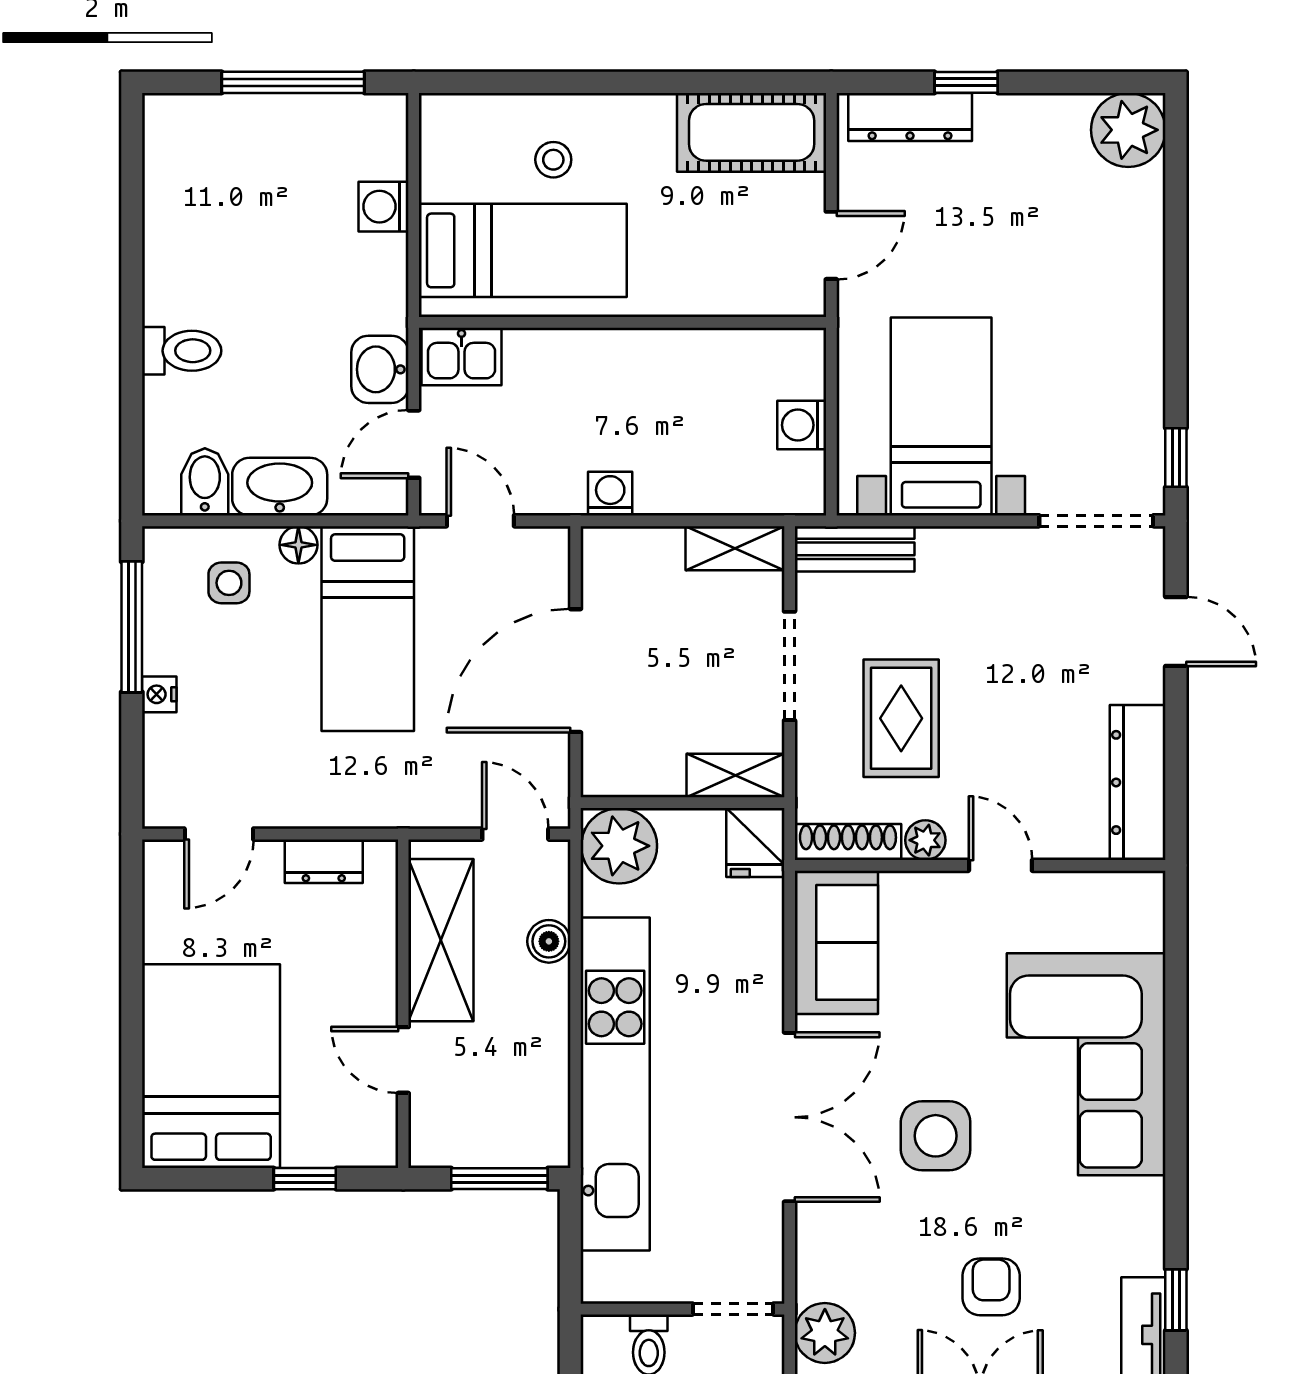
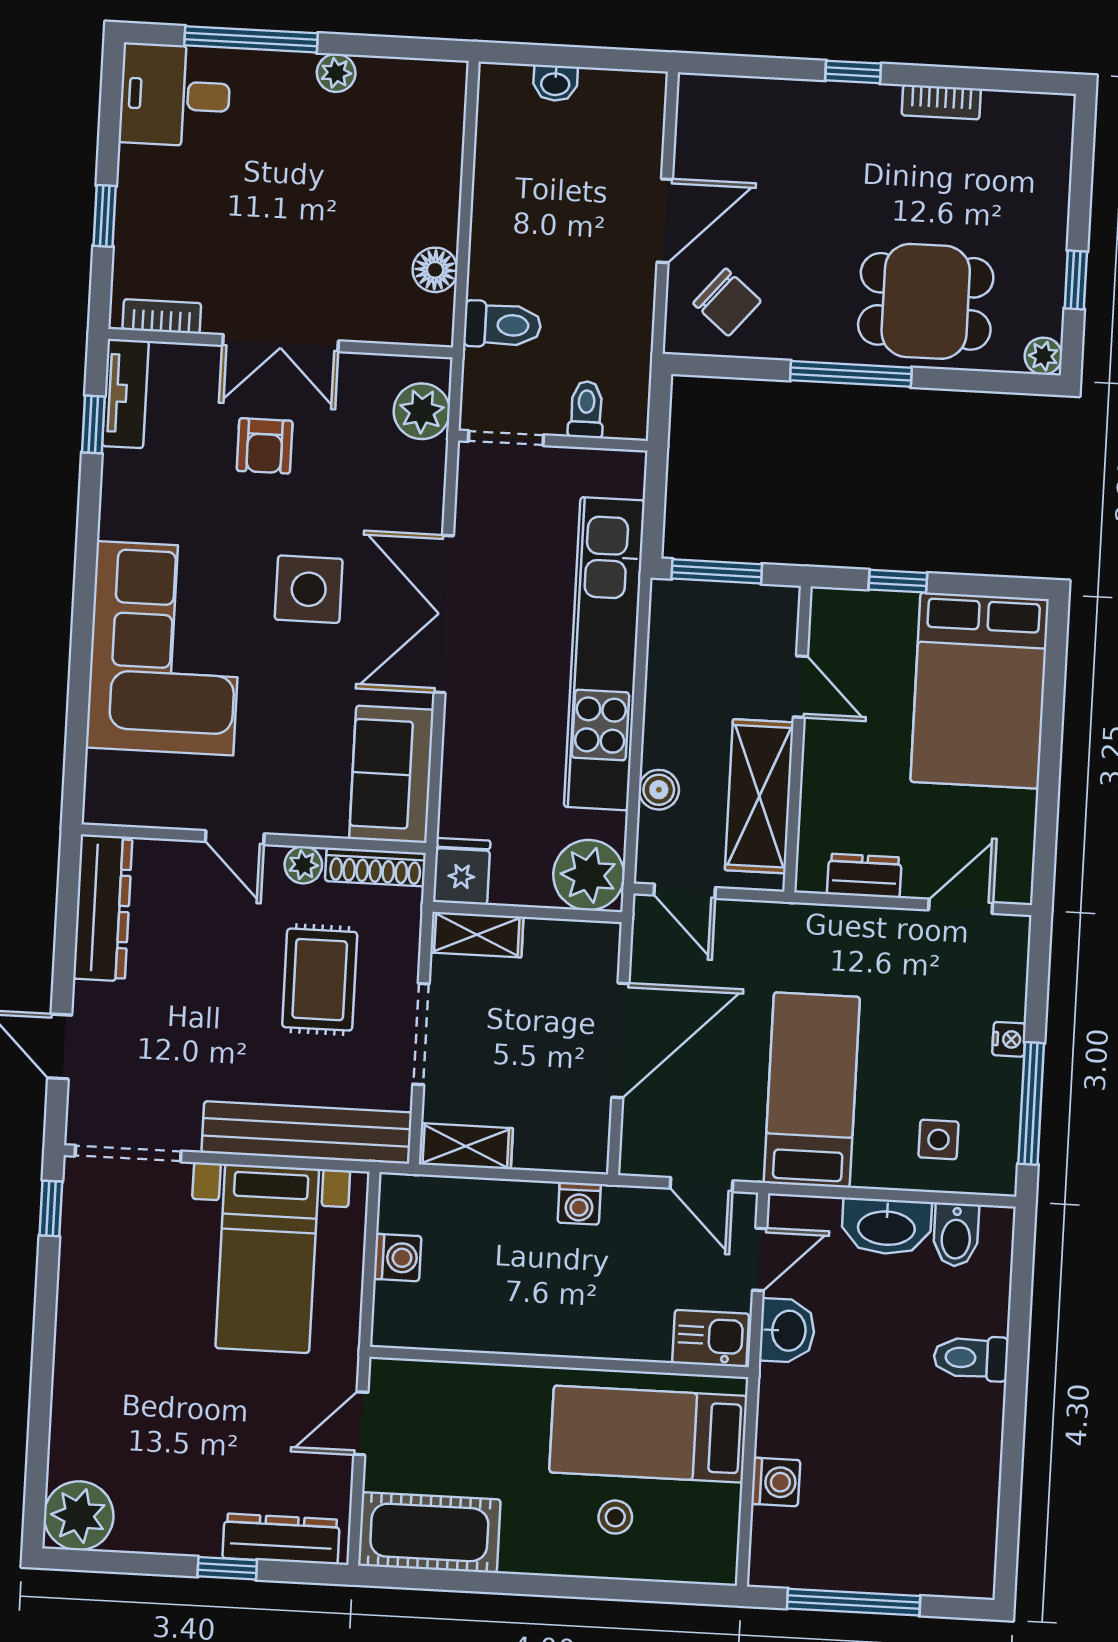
floor lamp: (298, 545) -> (872, 1171), removed
bench: (855, 549) -> (307, 1132), width x1.86, depth x1.21

